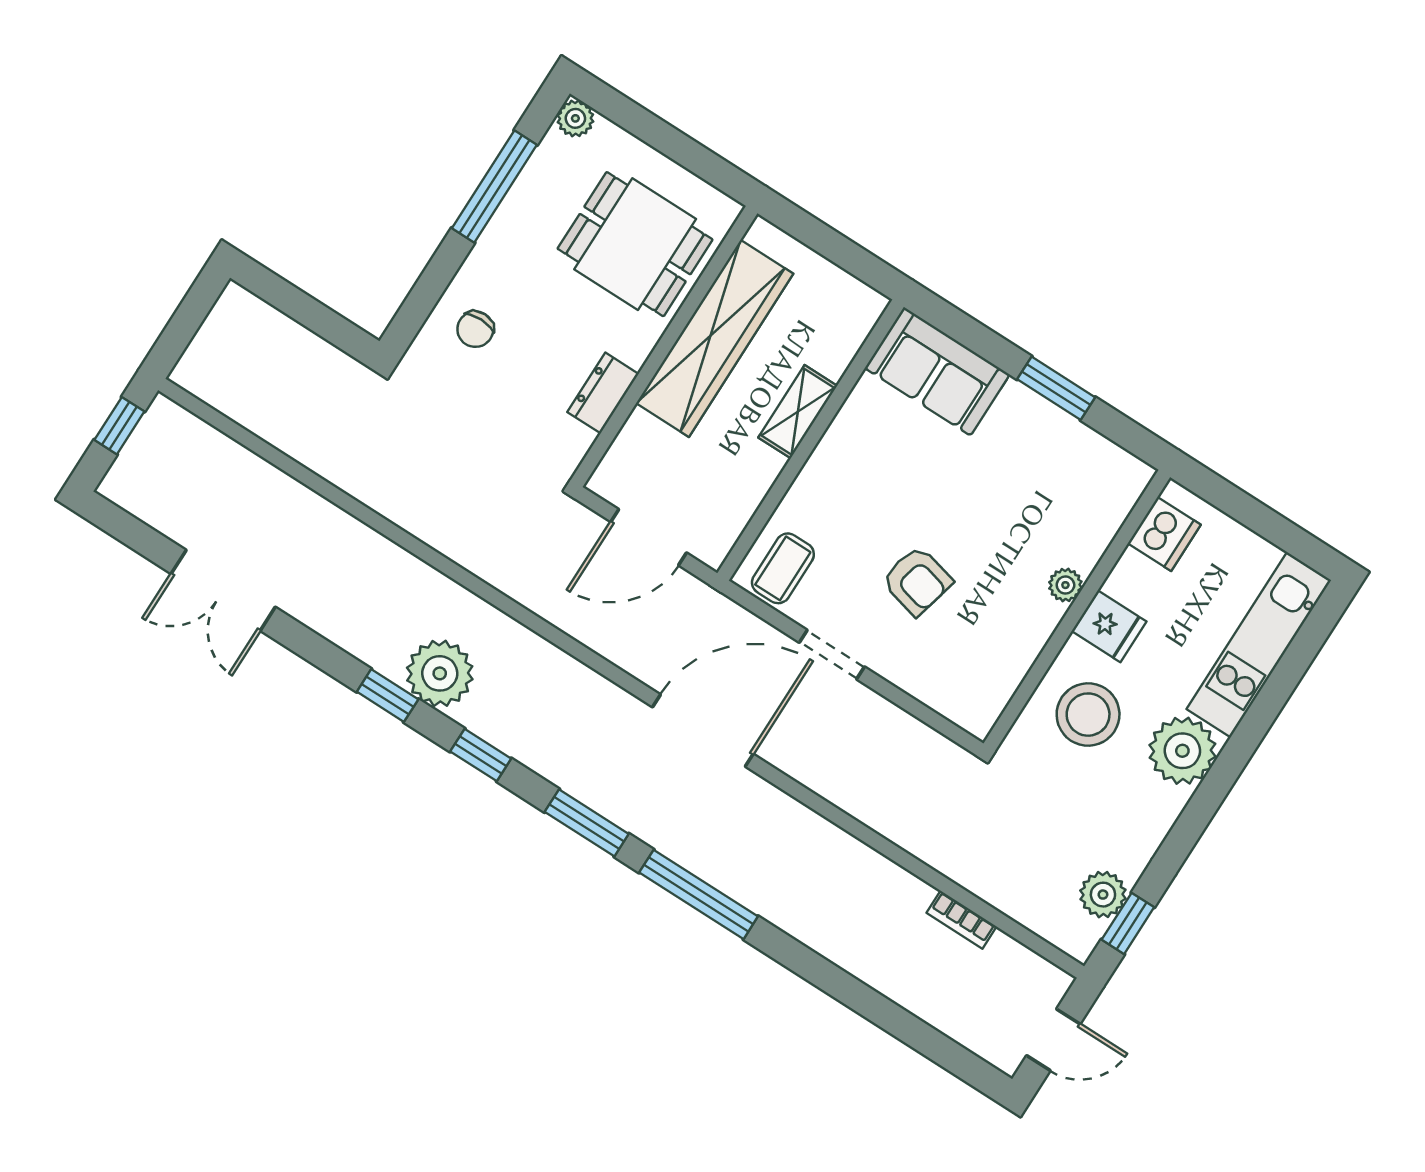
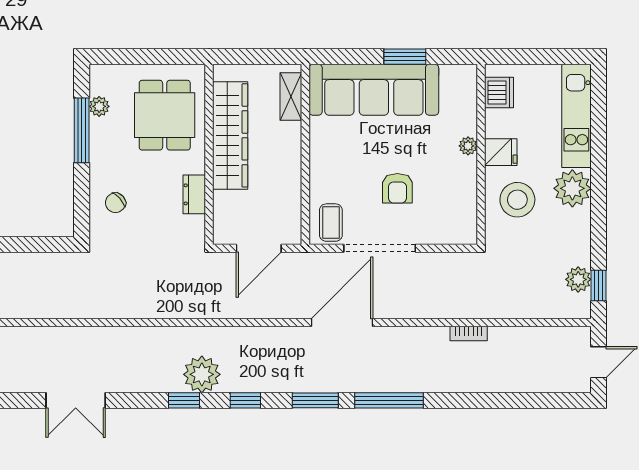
plant: (575, 118) -> (99, 106), moved
dining table: (635, 244) -> (165, 115), turned 90
chair: (475, 329) -> (115, 203), turned 49
sofa: (937, 371) -> (374, 90), width x1.85, depth x1.27
shelving: (798, 412) -> (291, 97), moved
armchair: (917, 581) -> (397, 188), turned 76
doorway: (832, 655) -> (380, 248), width x1.88
bookcase: (961, 920) -> (469, 334), moved

